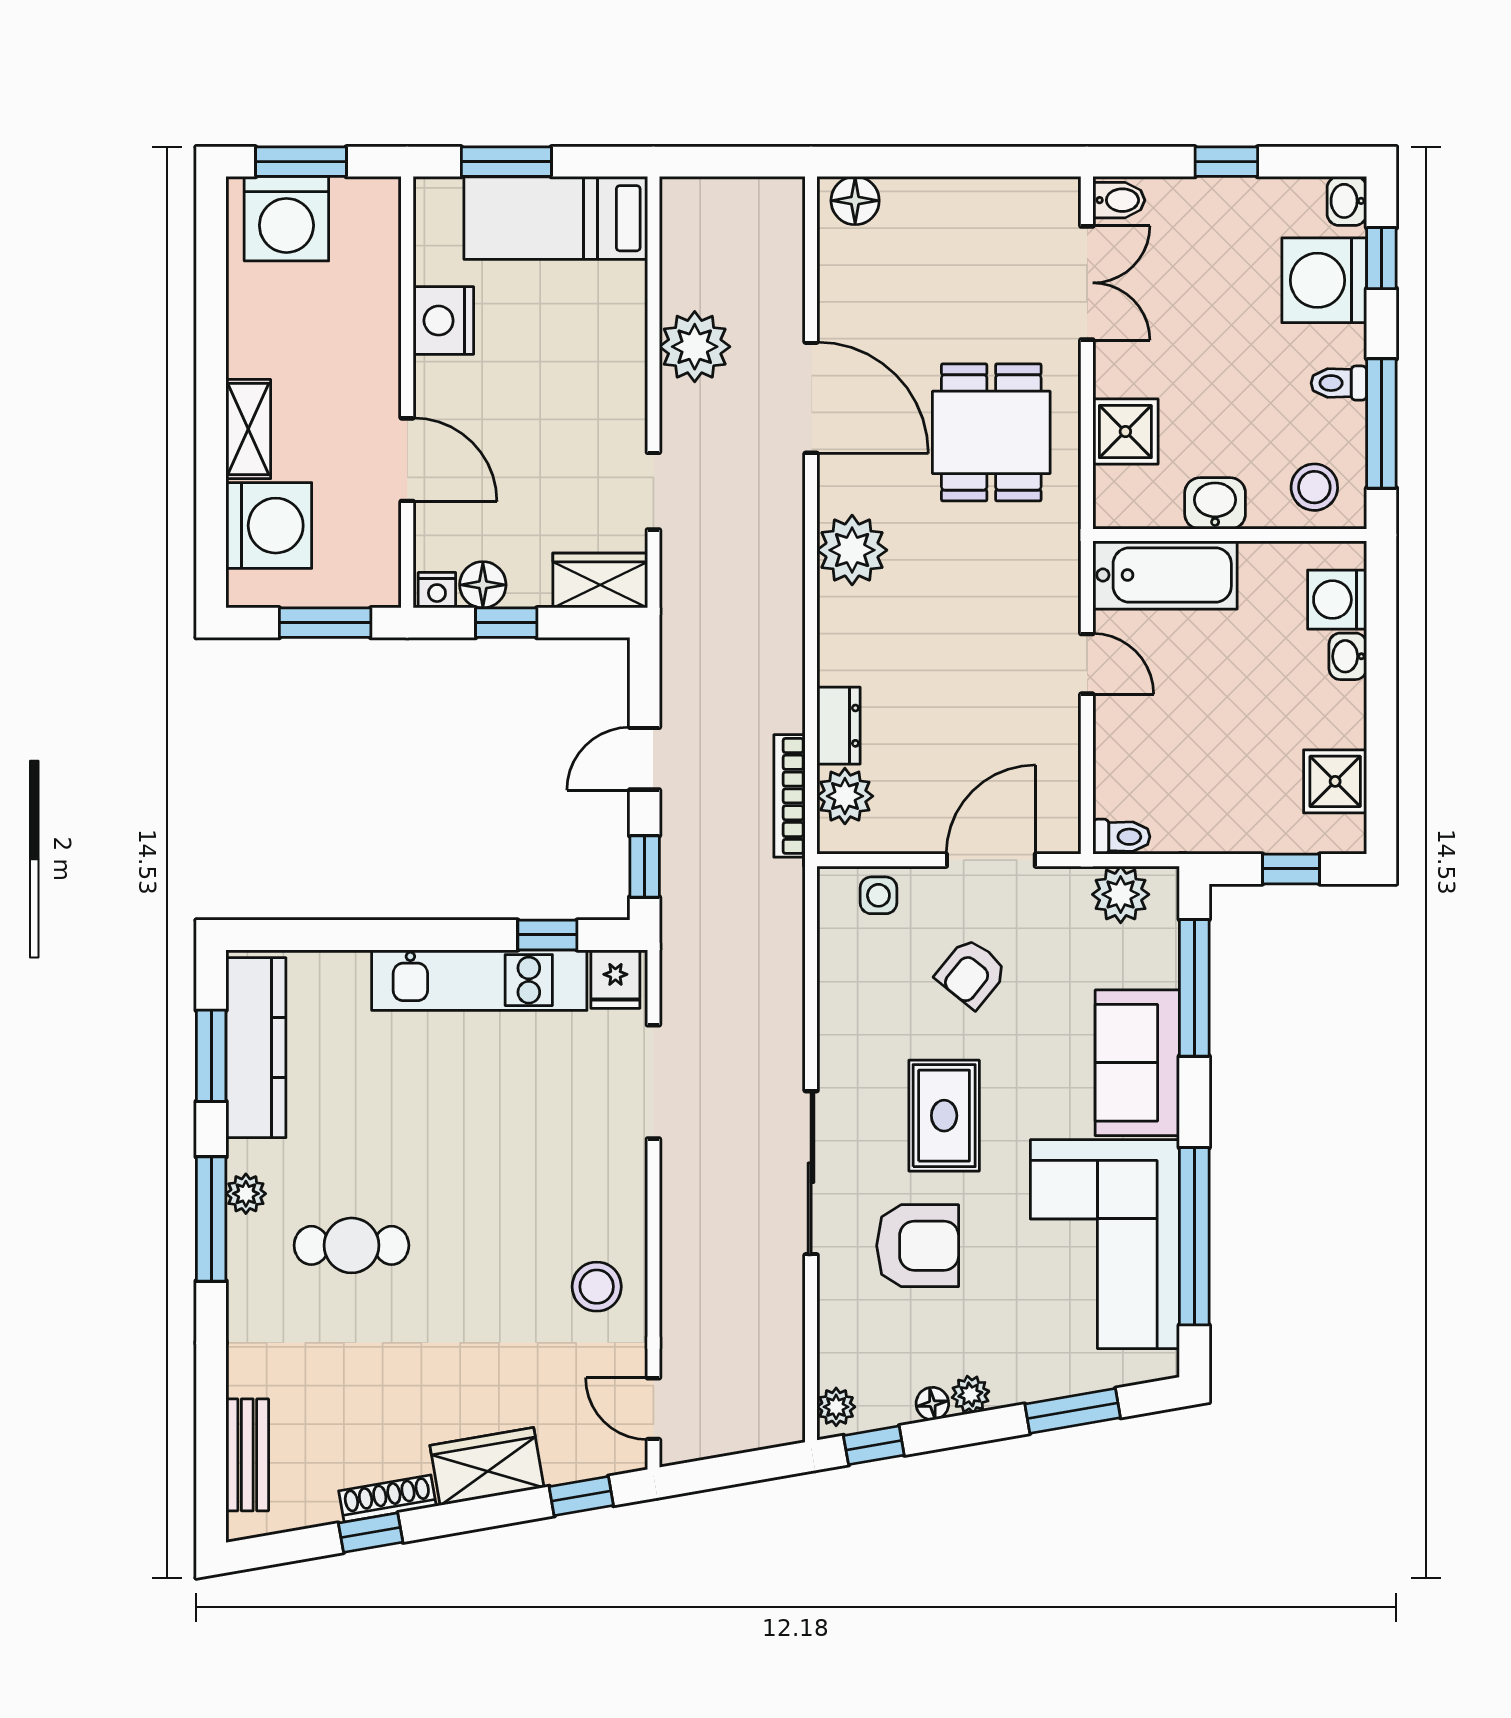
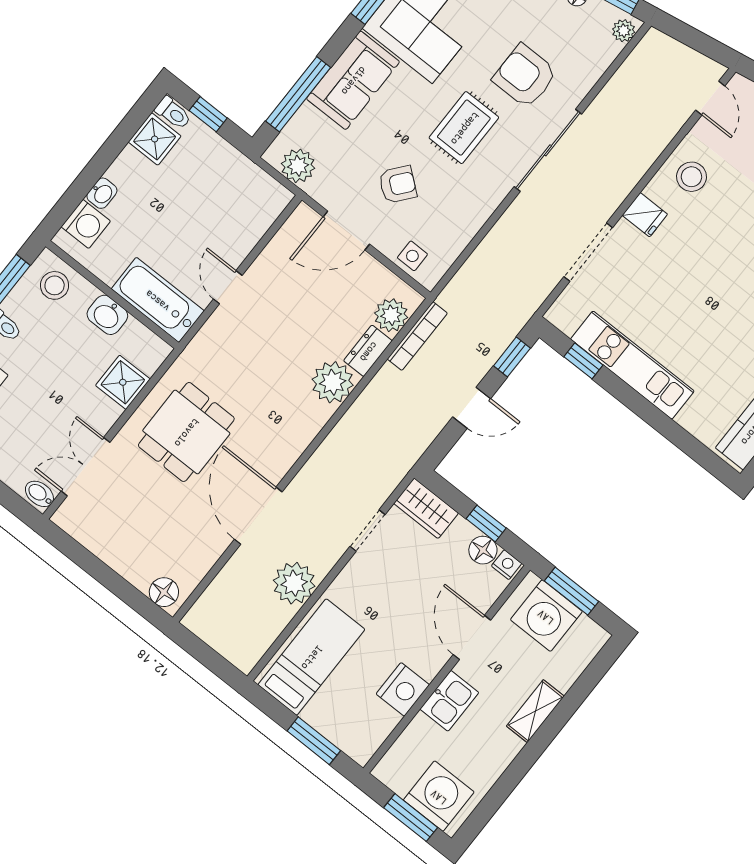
bed: (556, 218) -> (311, 657), moved, turned -90
kitchen sink: (371, 354) -> (449, 701), added
washing machine: (269, 526) -> (546, 616), moved, turned -90
plant: (852, 550) -> (333, 382), moved
toilet: (1121, 837) -> (173, 113), moved, turned 180
fridge: (615, 979) -> (645, 215), moved, turned 90

